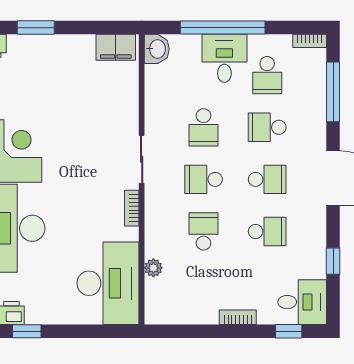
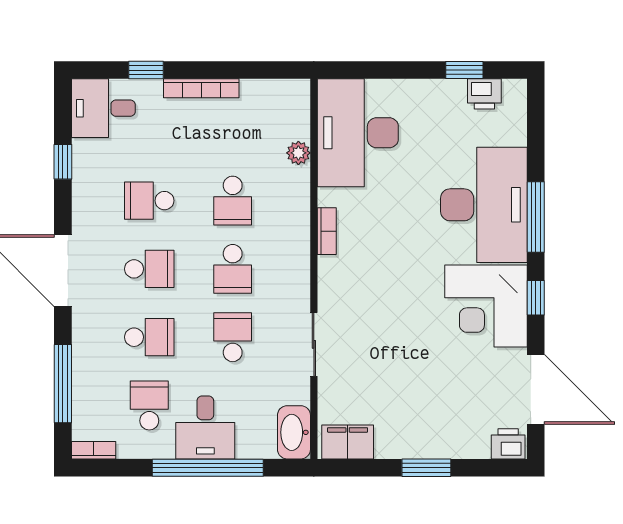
window: (36, 28) -> (426, 468), moved
washbasin: (157, 49) -> (294, 432), width x1.38
sliding door: (142, 159) -> (314, 344), moved
school desk: (204, 179) -> (233, 269), turned 90
school desk: (267, 179) -> (149, 269), turned 180
bookcase: (238, 317) -> (201, 88), width x1.56
window: (289, 331) -> (146, 70), moved

